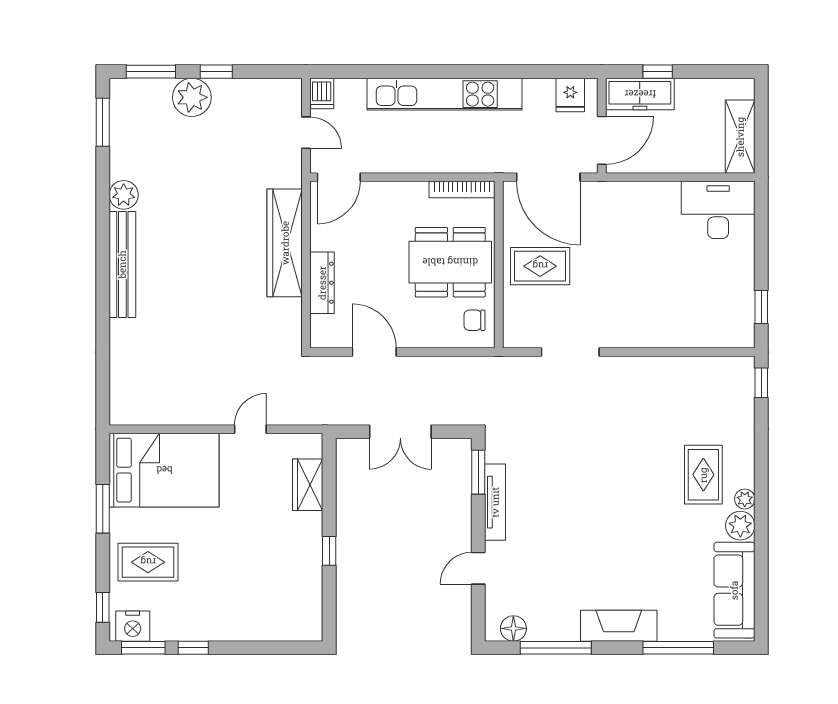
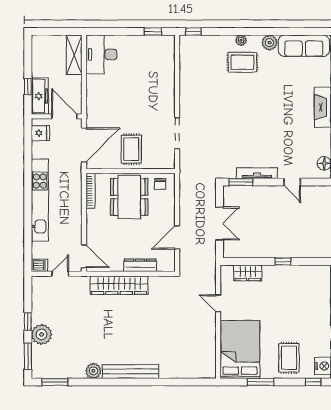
shelving: (740, 137) -> (74, 55), moved, turned 90
plant: (745, 499) -> (241, 40), moved

